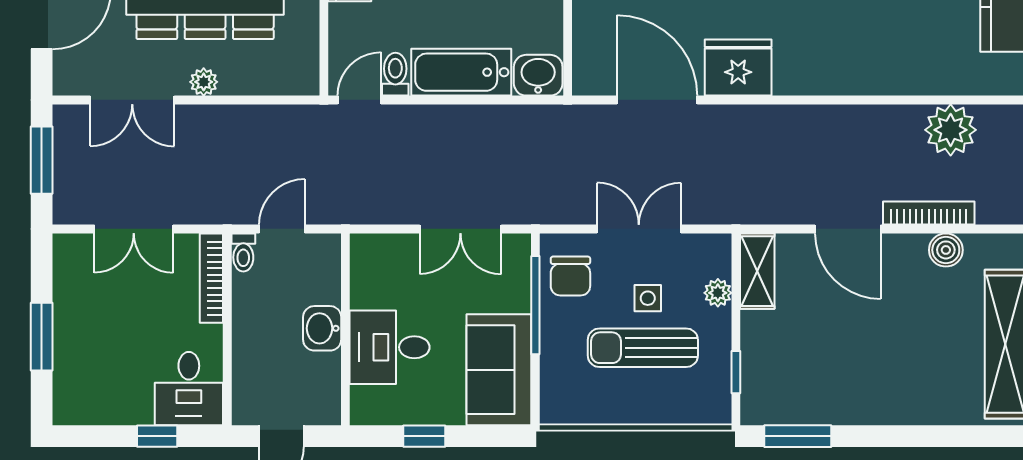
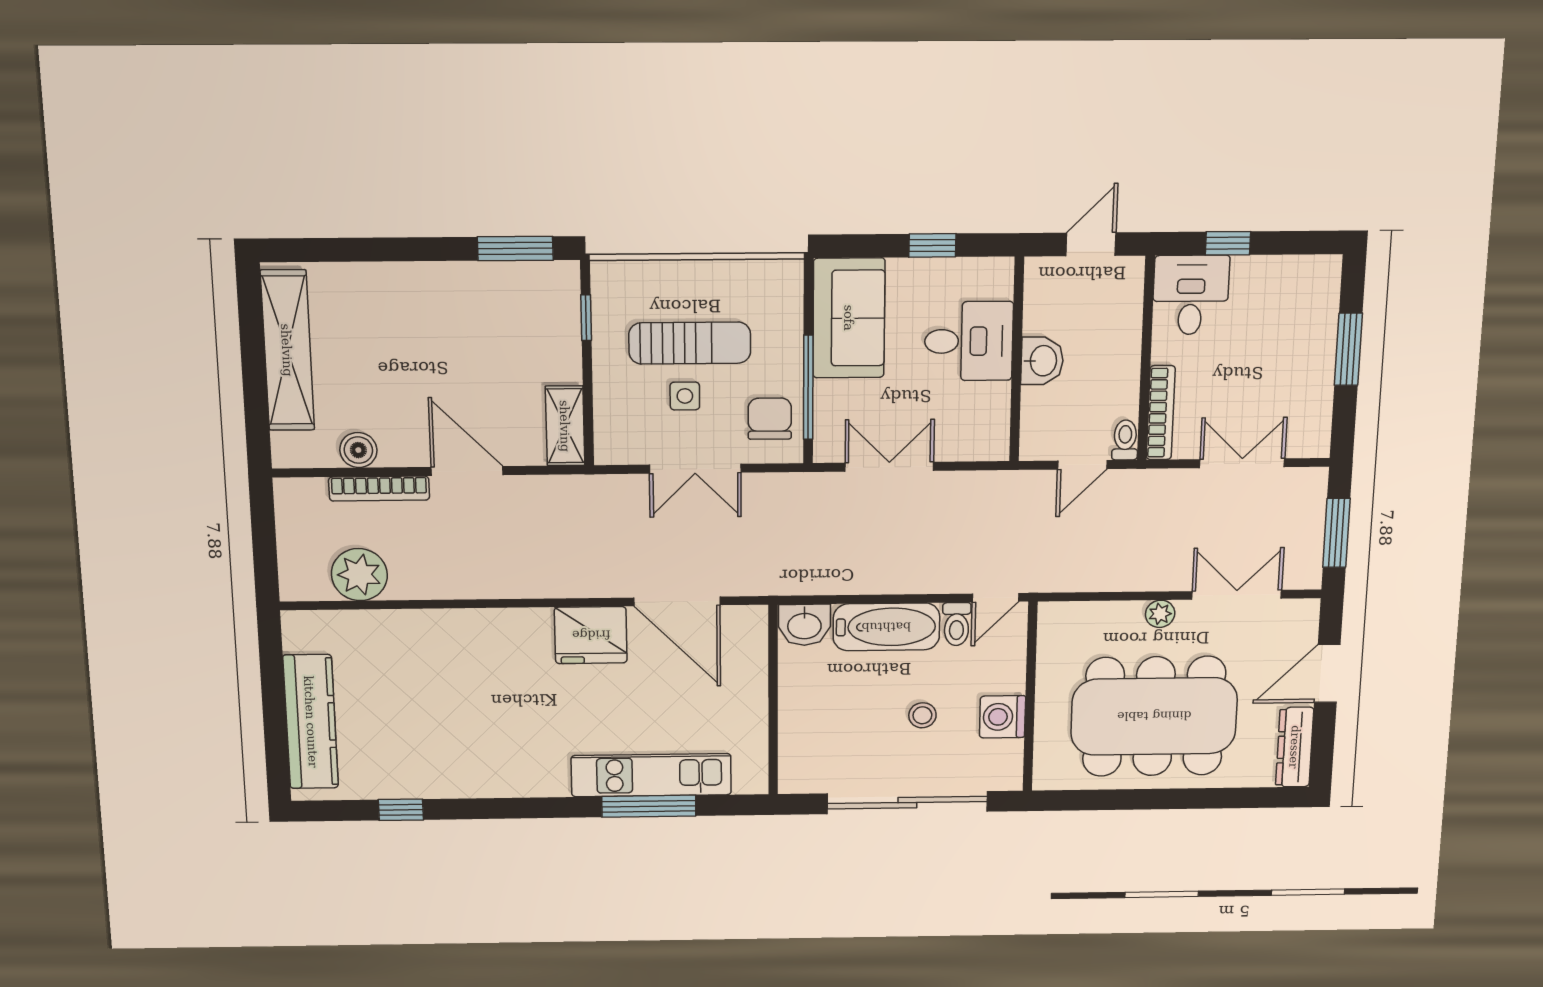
plant: (718, 293) -> (608, 402), removed

